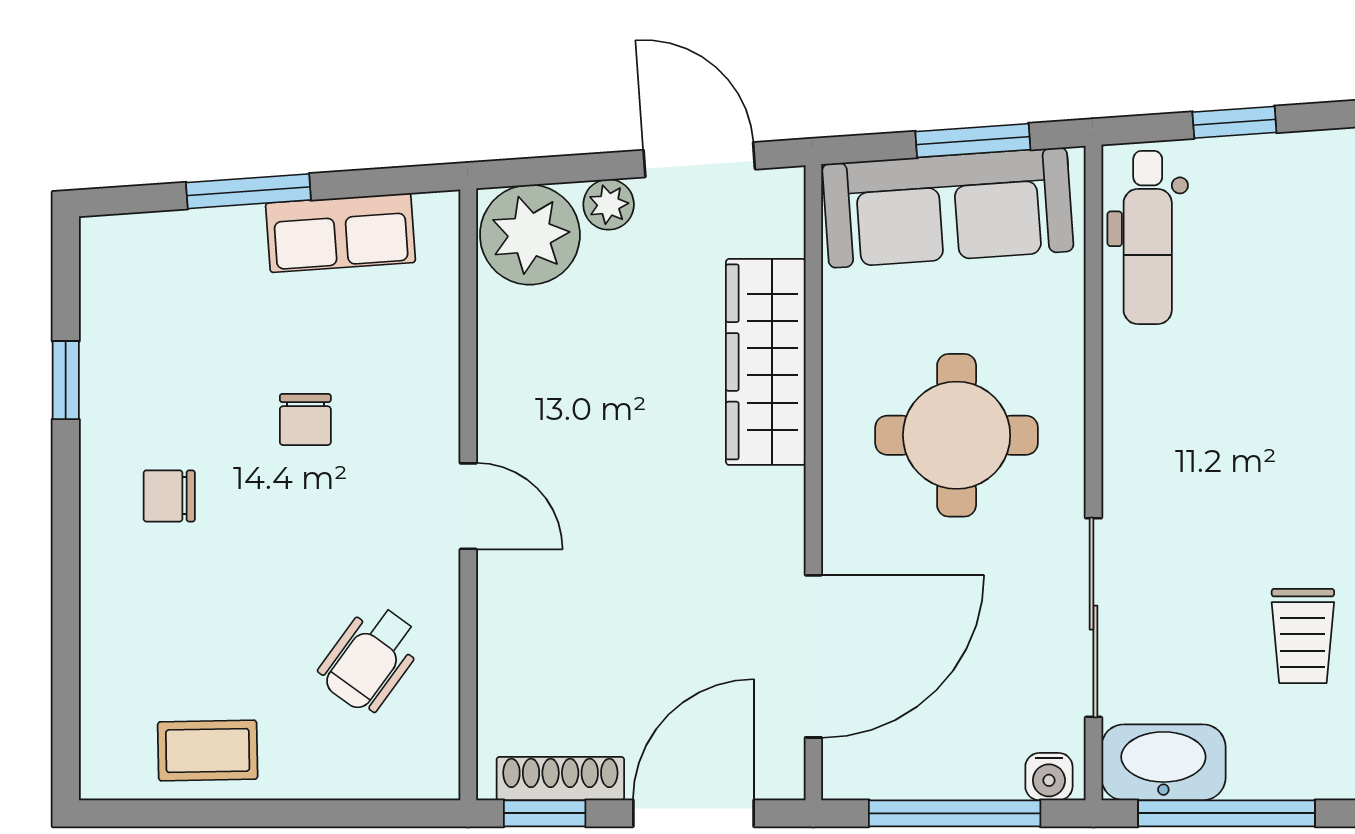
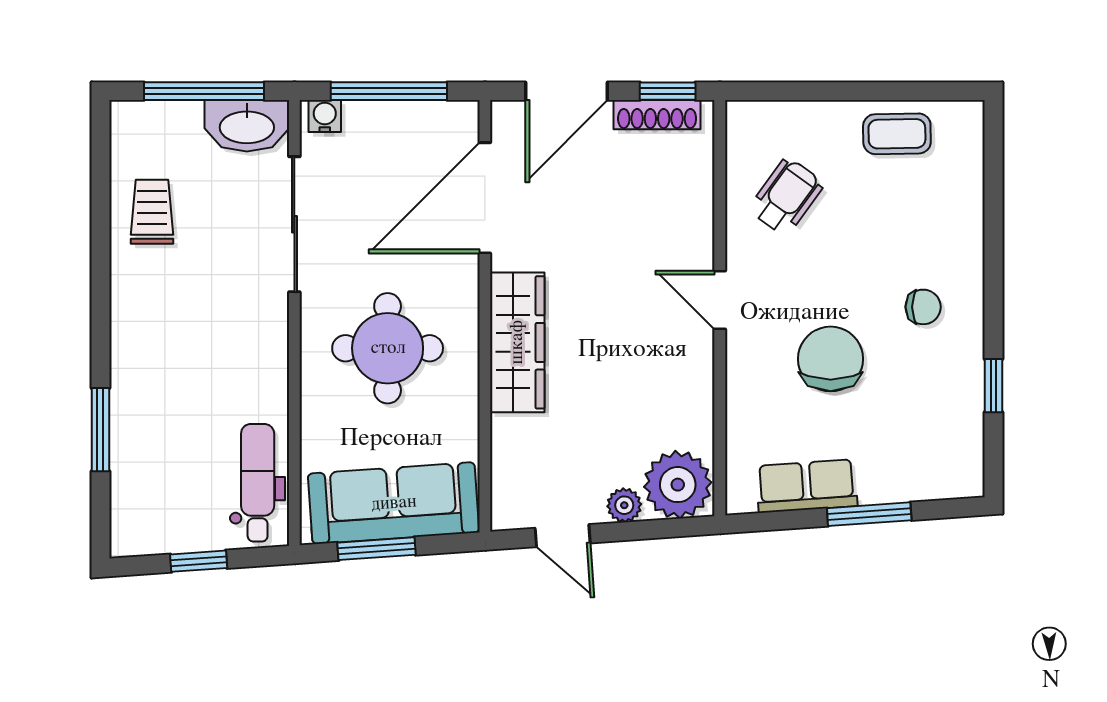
door: (699, 160) -> (563, 536), width x0.73
wardrobe: (766, 362) -> (517, 342), moved
chair: (305, 419) -> (831, 359), width x1.87, depth x1.87

